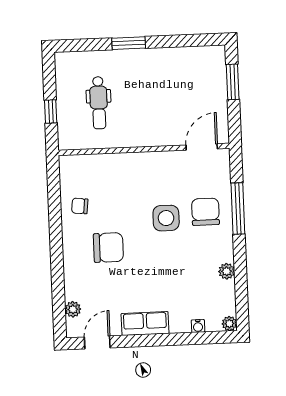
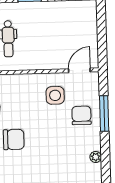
window: (233, 82) -> (101, 25), removed
side table: (166, 218) -> (55, 95), moved

